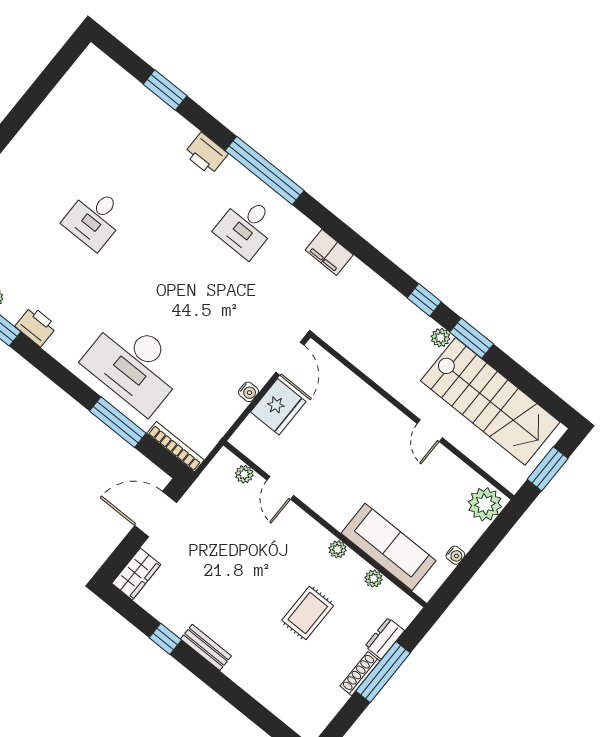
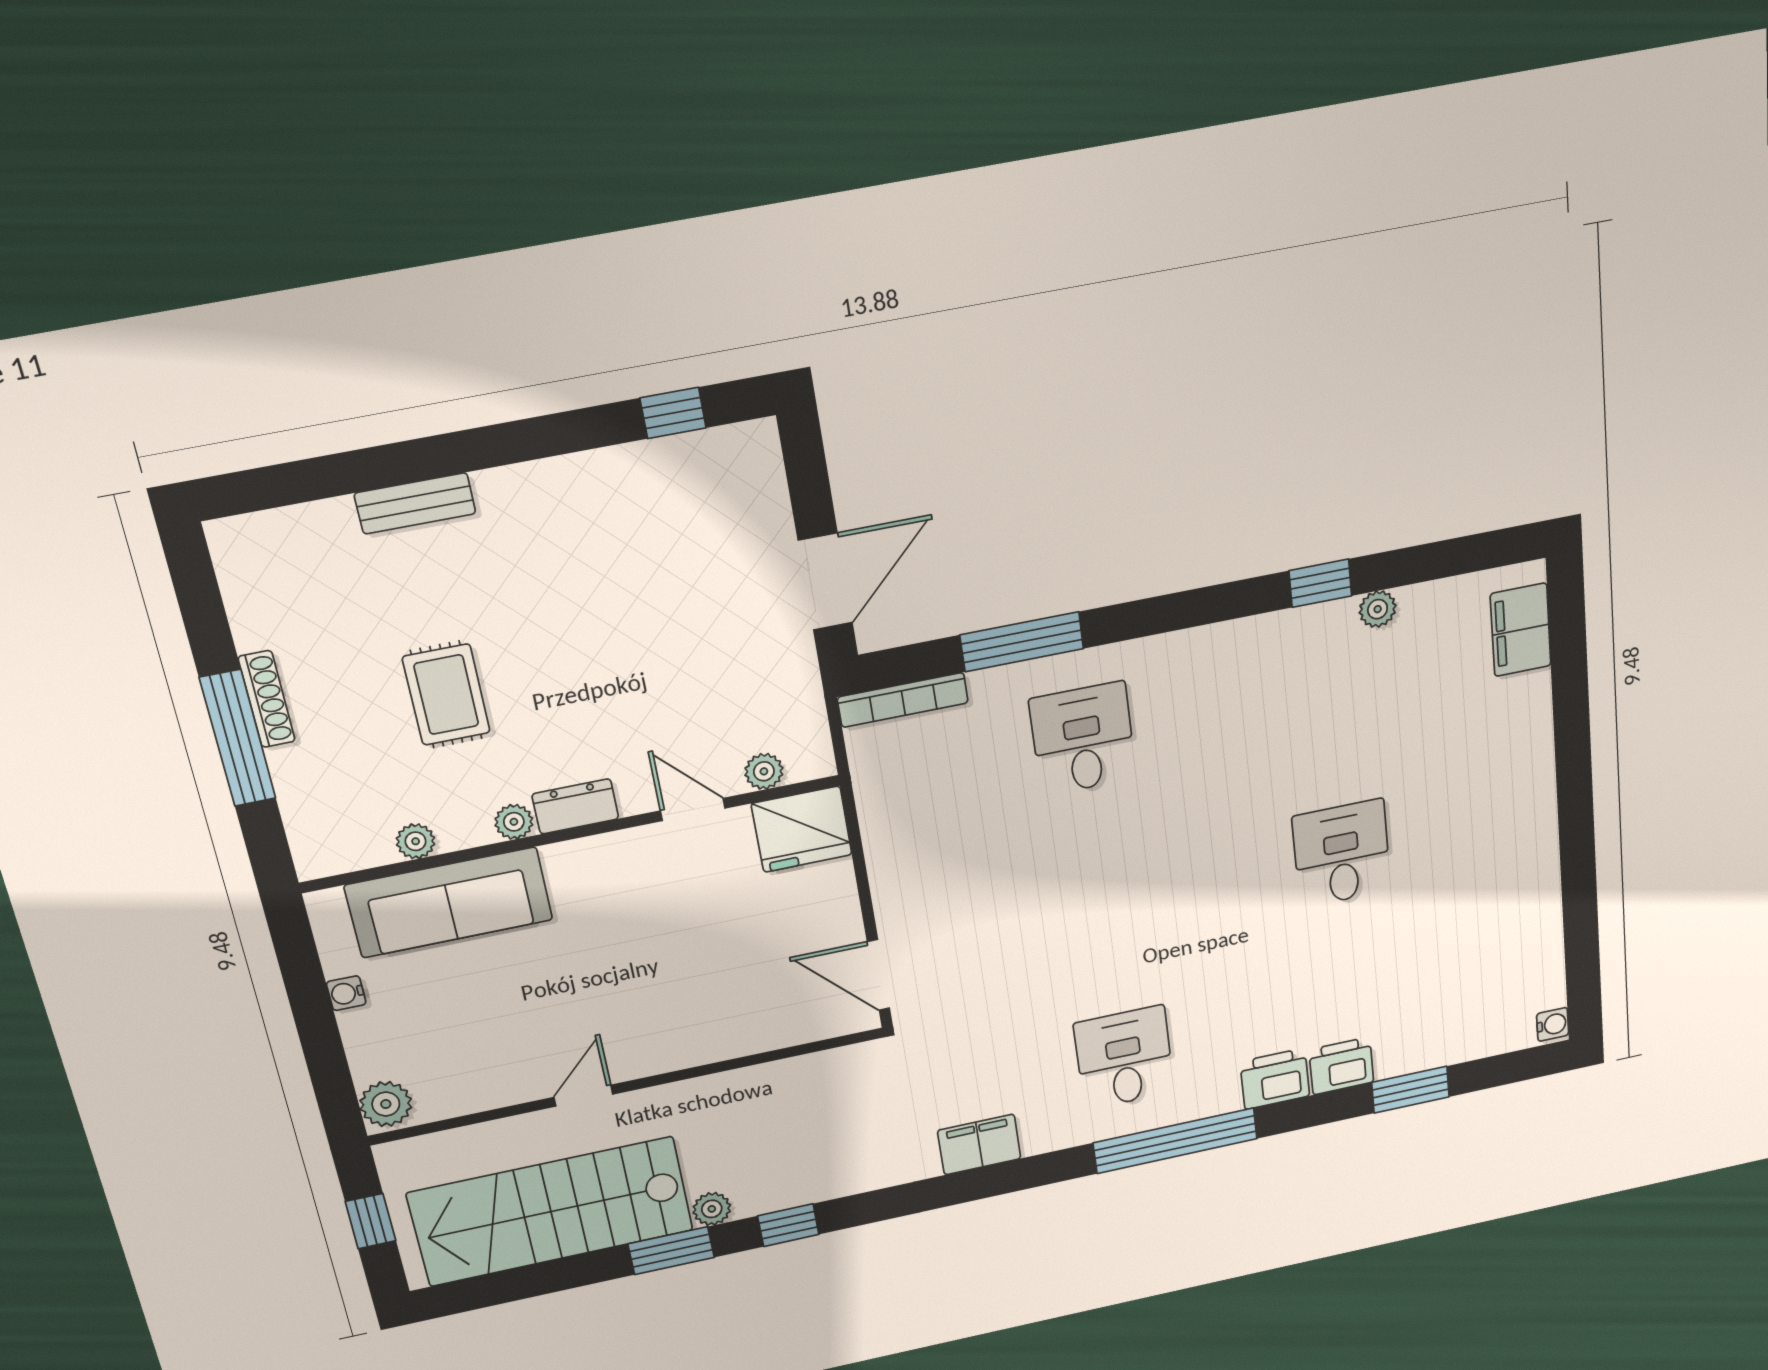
printer: (36, 326) -> (1341, 1066), moved, turned 180
desk: (134, 365) -> (1083, 739), width x0.53, depth x0.77
water cooler: (249, 392) -> (1553, 1024), moved, turned 180
fridge: (278, 407) -> (802, 829), moved, turned -90
door: (430, 431) -> (583, 1096), hinge flipped
window: (548, 469) -> (371, 1221), width x0.67
plant: (485, 504) -> (386, 1104), width x0.73, depth x0.73
wardrobe: (136, 574) -> (756, 469), removed
dresser: (385, 638) -> (575, 806), moved, turned -90
window: (165, 639) -> (673, 413), moved
bench: (206, 647) -> (415, 503), moved

